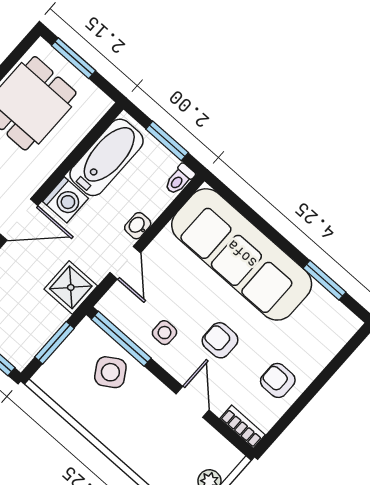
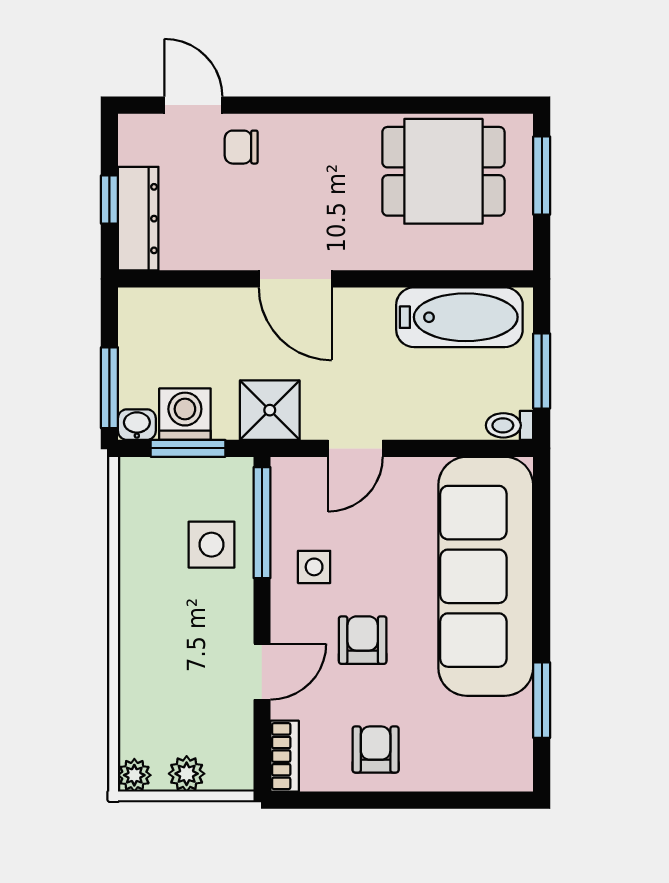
washing machine: (65, 200) -> (185, 414), moved, turned 180
washbasin: (138, 226) -> (137, 425), moved
side table: (110, 372) -> (212, 545), turned 32

